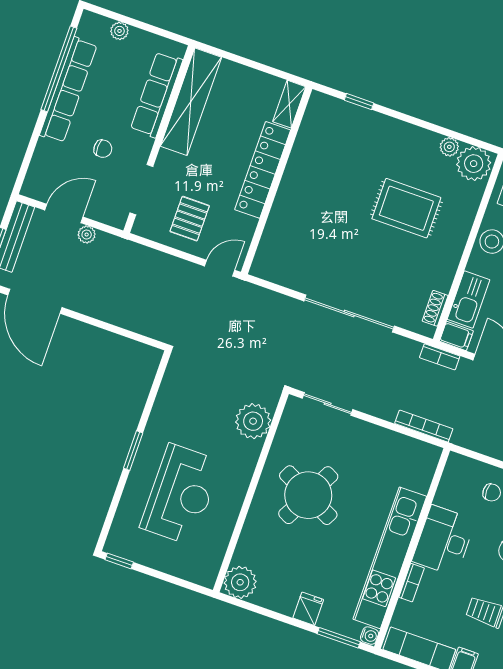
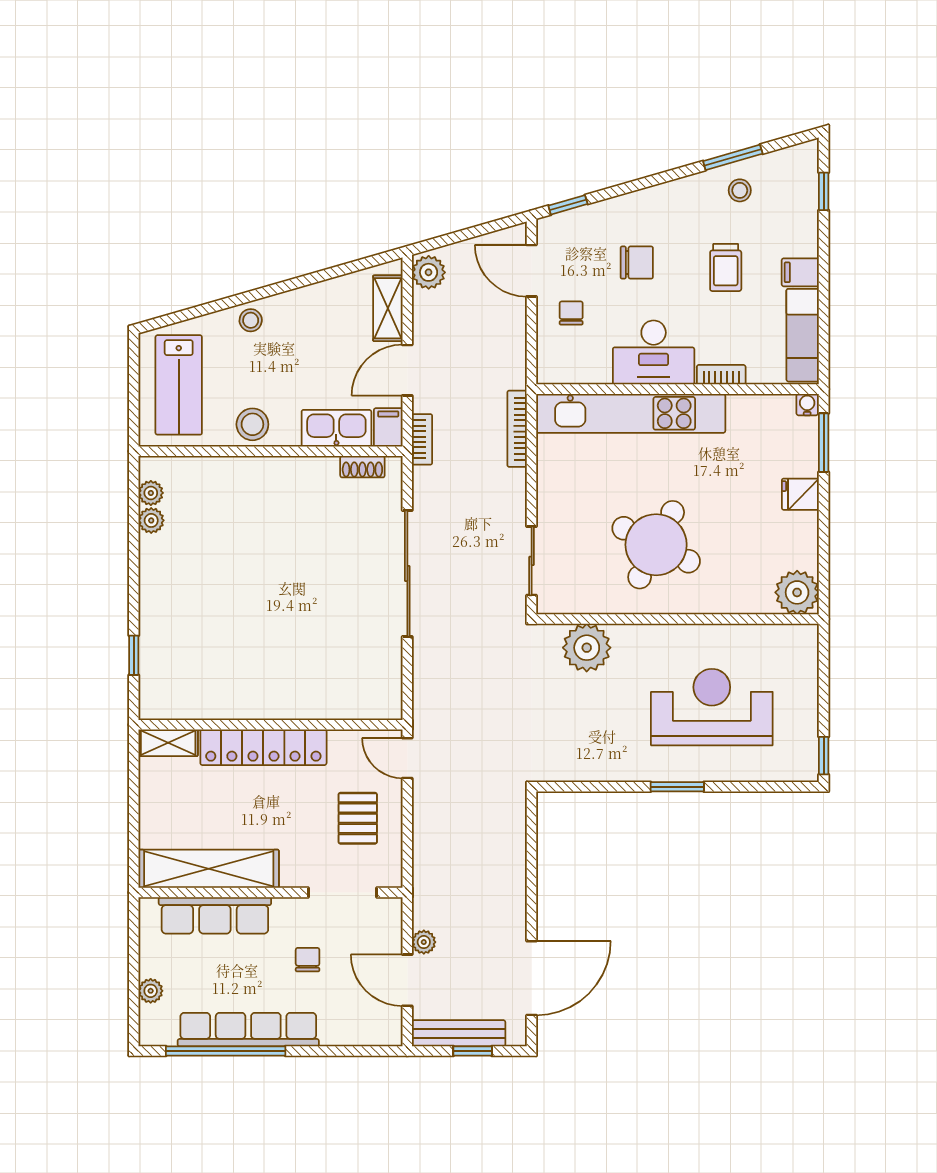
plant: (474, 164) -> (151, 493), width x0.53, depth x0.53
rug: (406, 208) -> (248, 548), removed
pallet: (190, 219) -> (358, 818), turned 90
kitchen unit: (390, 558) -> (631, 413), moved

